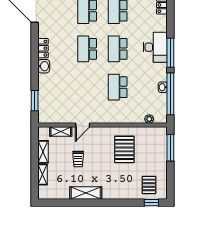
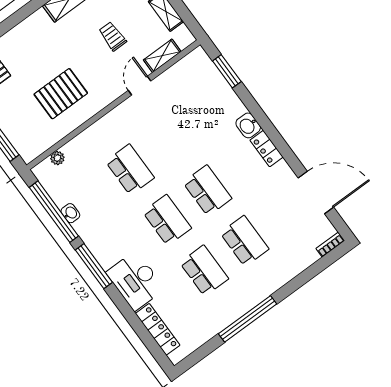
desk: (155, 47) -> (135, 281), moved
pallet: (124, 149) -> (61, 94), turned 90

